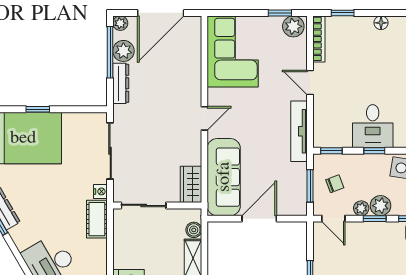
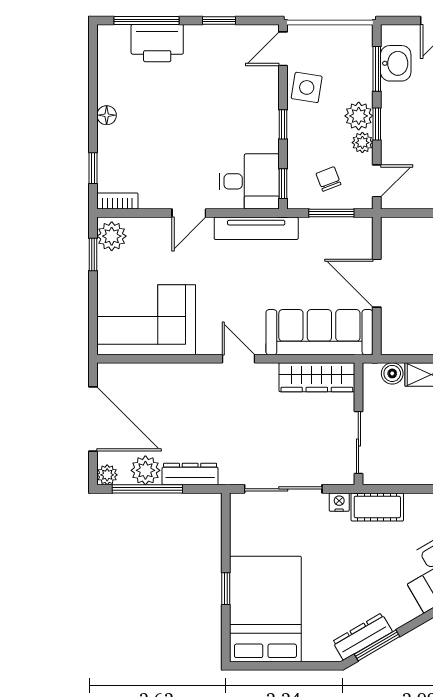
bookcase: (319, 39) -> (117, 201), width x0.64
desk: (373, 126) -> (249, 181), moved
wardrobe: (191, 184) -> (317, 377), width x1.50

